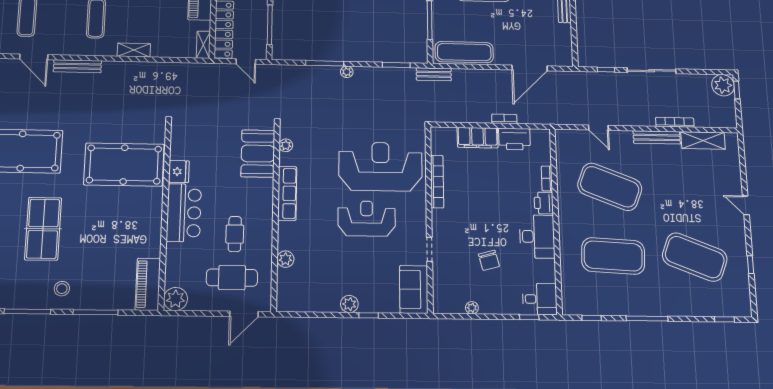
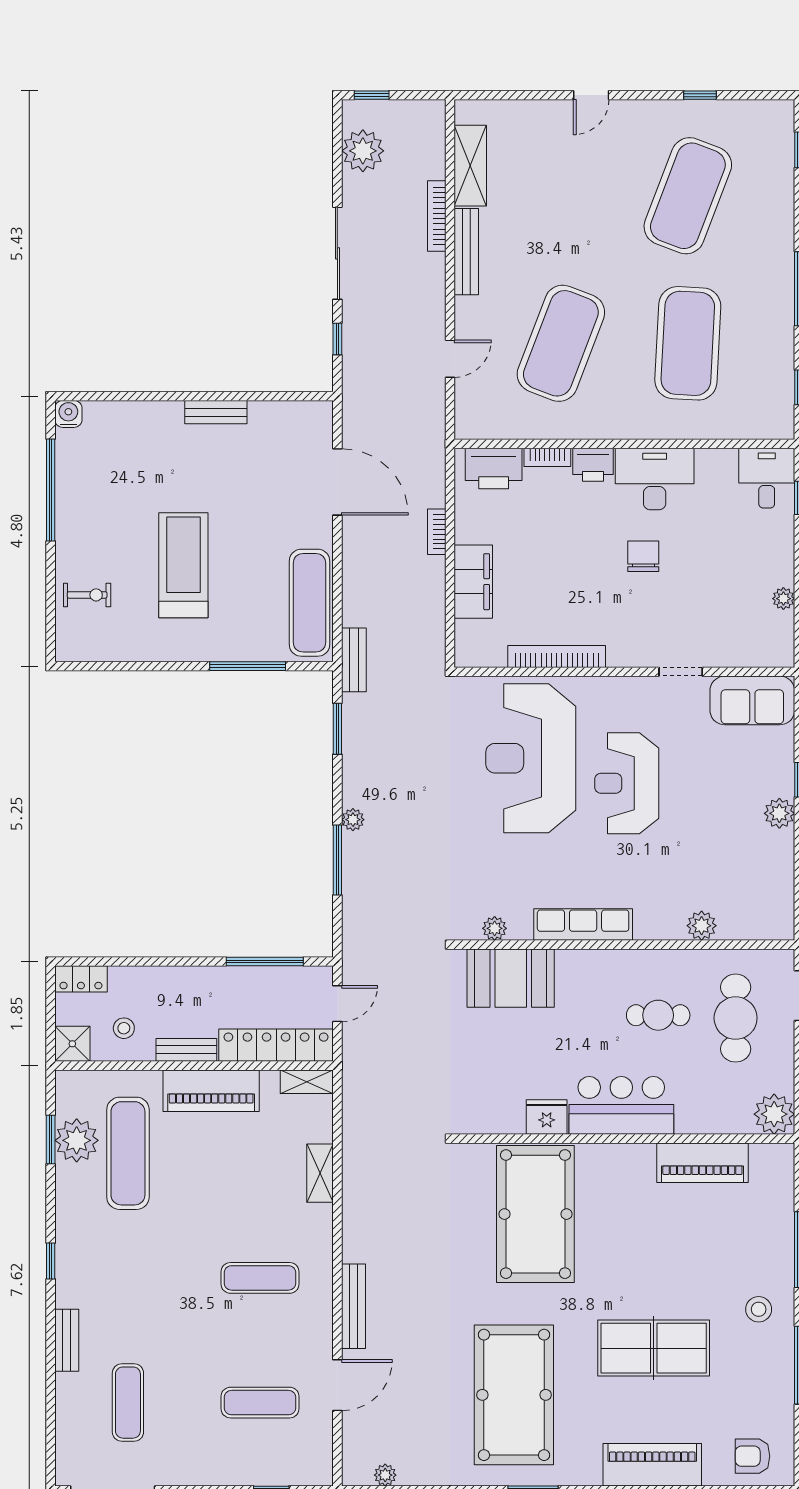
shelving: (134, 50) -> (320, 1173), moved
plant: (723, 85) -> (363, 151), moved
printer: (514, 139) -> (494, 468), moved, turned 90
chair: (489, 260) -> (643, 556), moved, turned -75
piano: (148, 284) -> (702, 1163), moved

